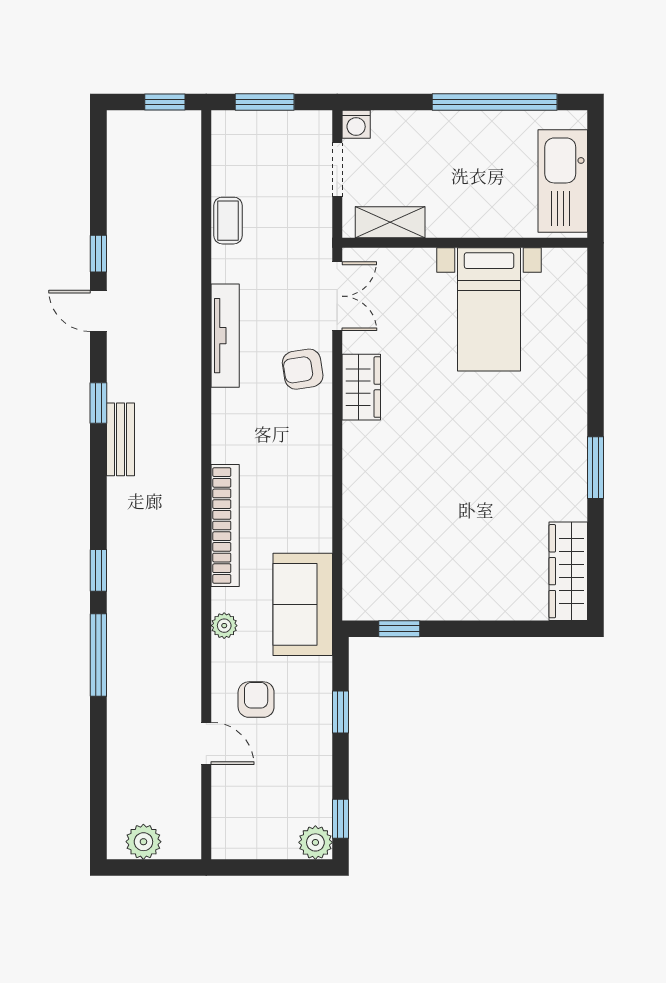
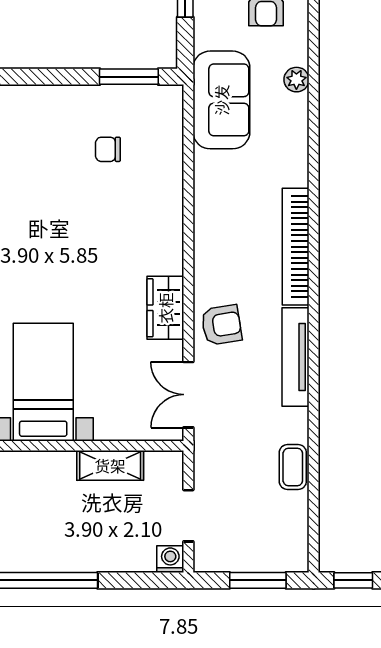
shelving: (390, 222) -> (110, 465), moved
bookcase: (225, 526) -> (296, 247), moved
chair: (421, 553) -> (108, 149), added
window: (399, 629) -> (129, 77), width x1.50

